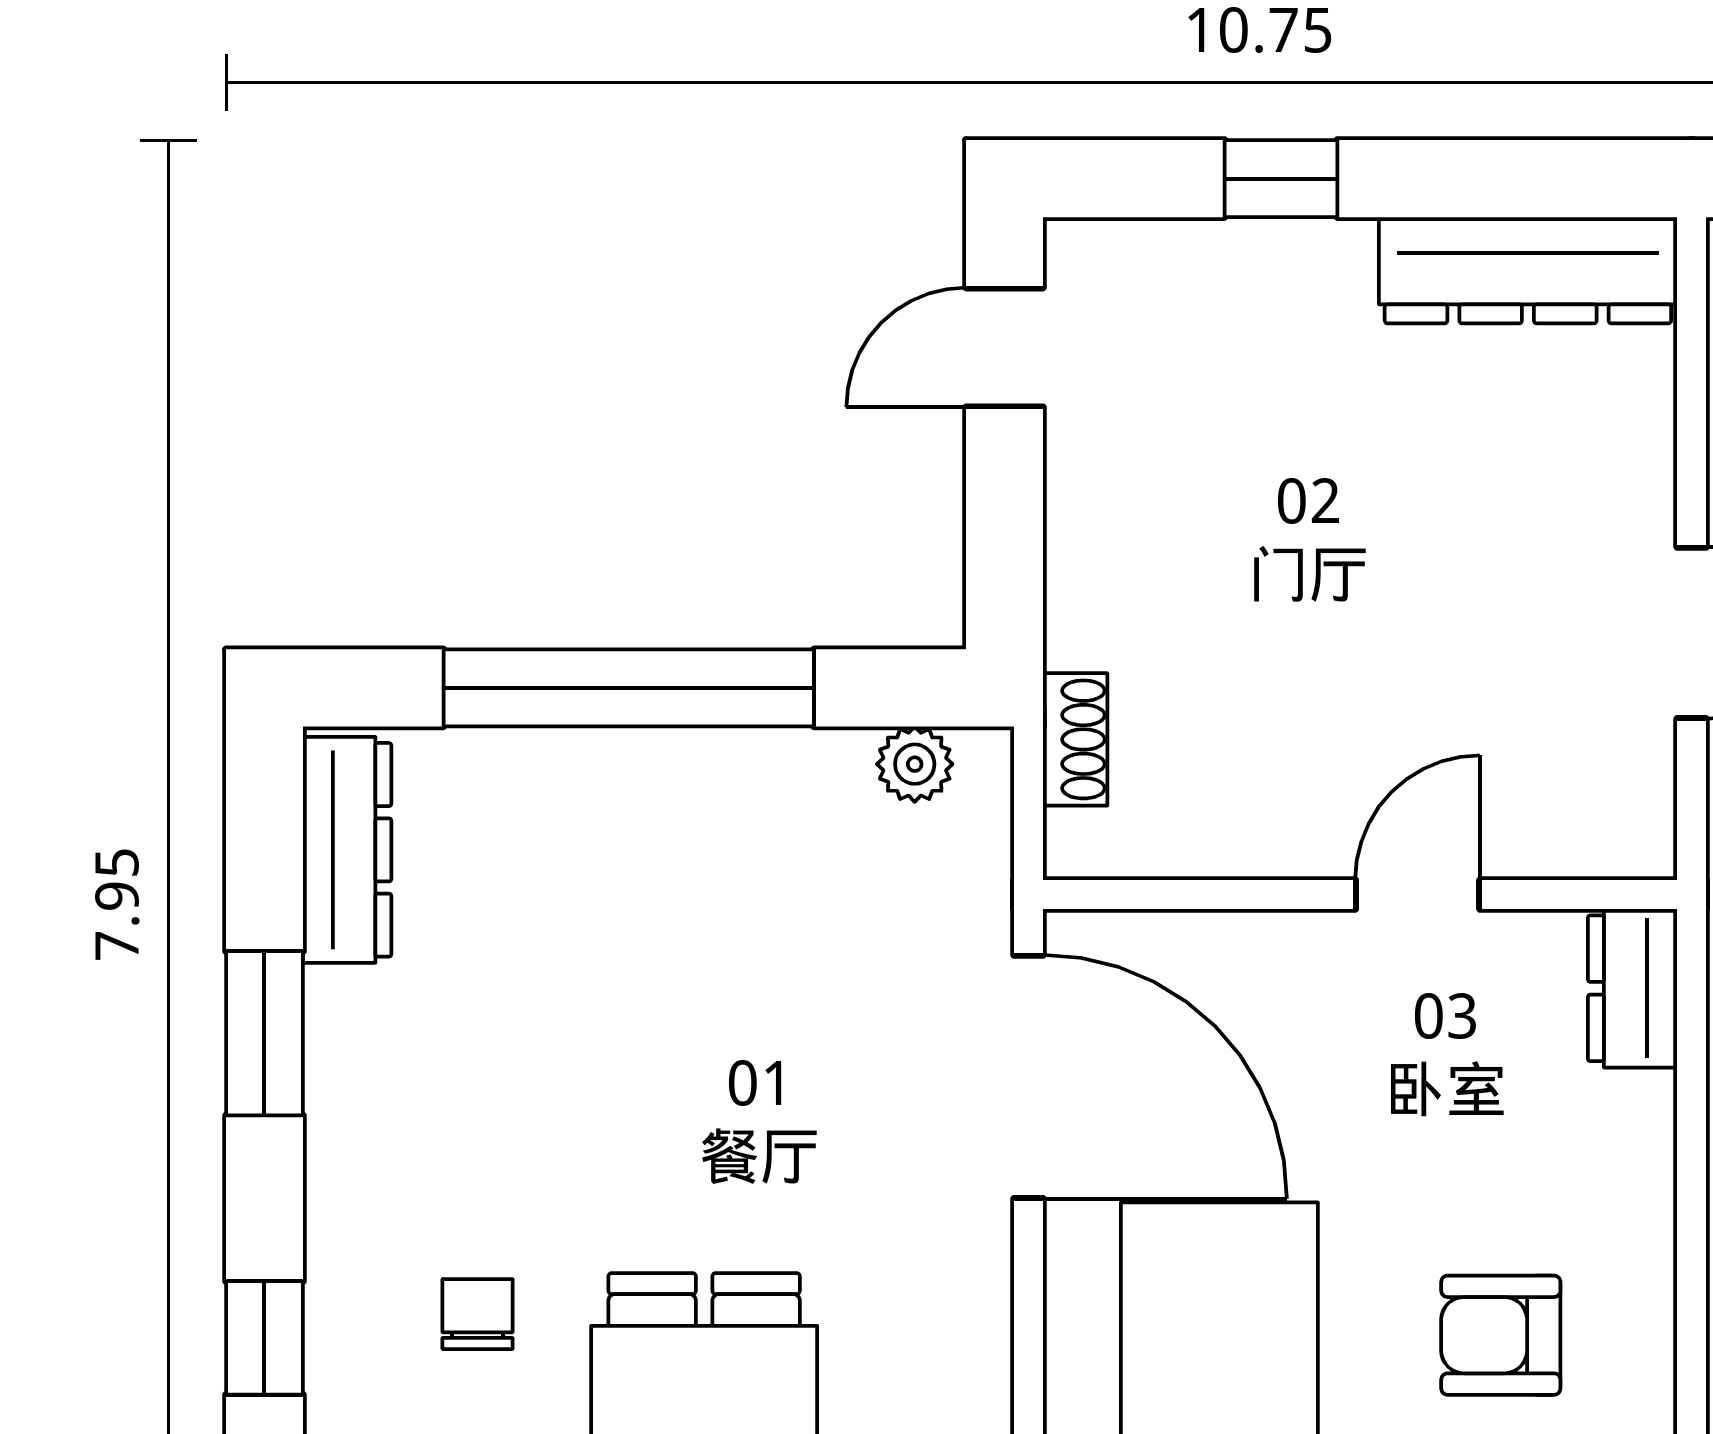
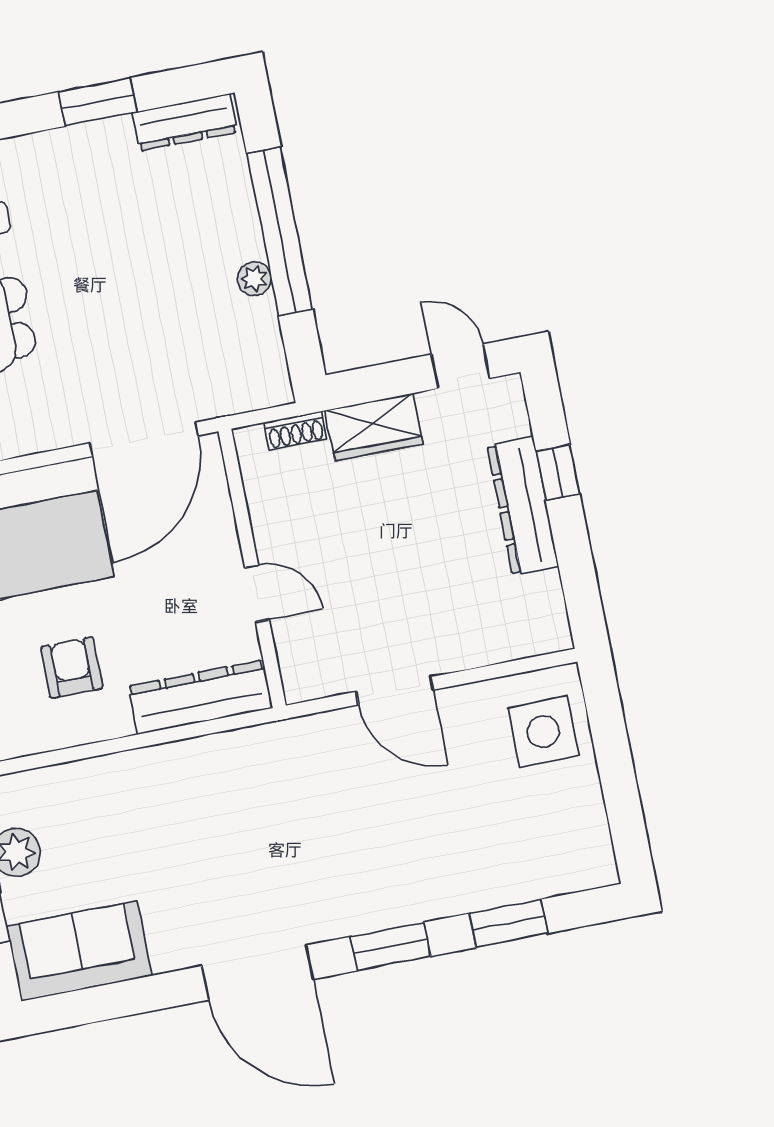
dresser: (1528, 270) -> (523, 506), moved
wardrobe: (1101, 565) -> (374, 427), added
plant: (915, 764) -> (254, 279), moved
dresser: (1633, 988) -> (200, 697), width x1.96, depth x1.24

